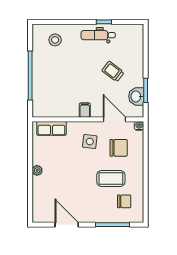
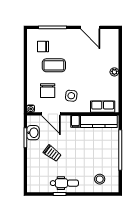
kitchen counter: (56, 110) -> (99, 122), added
chair: (119, 148) -> (48, 91), turned -90

